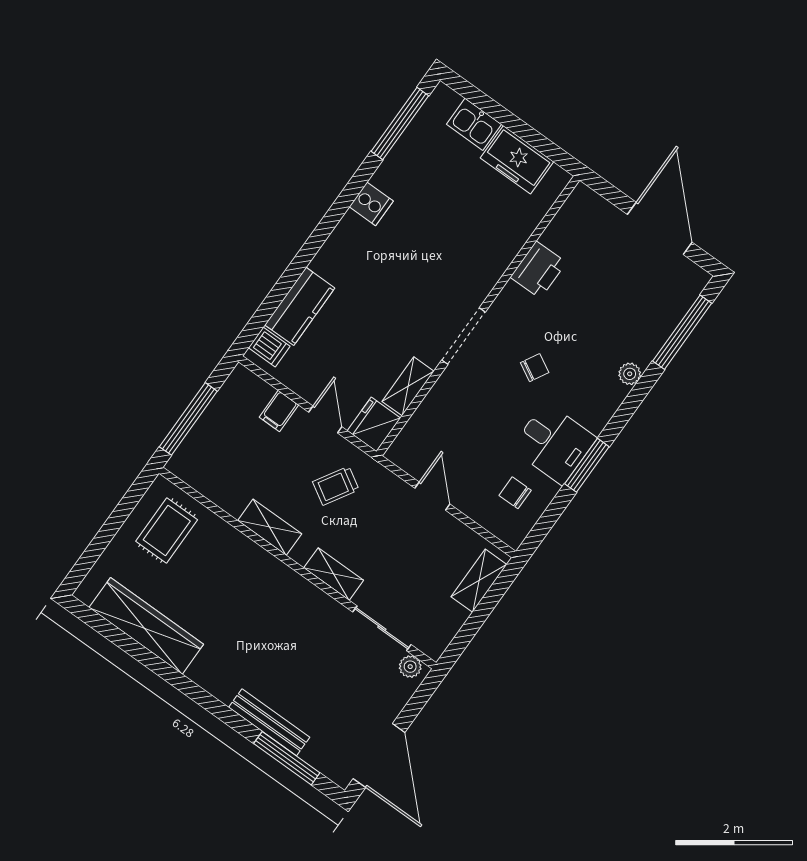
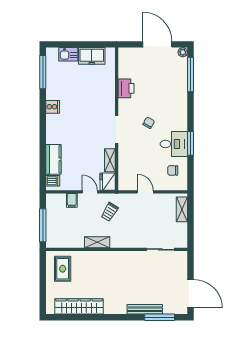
plant: (630, 374) -> (183, 52), moved
shelving: (334, 574) -> (130, 243), removed
plant: (410, 667) -> (179, 256), removed

